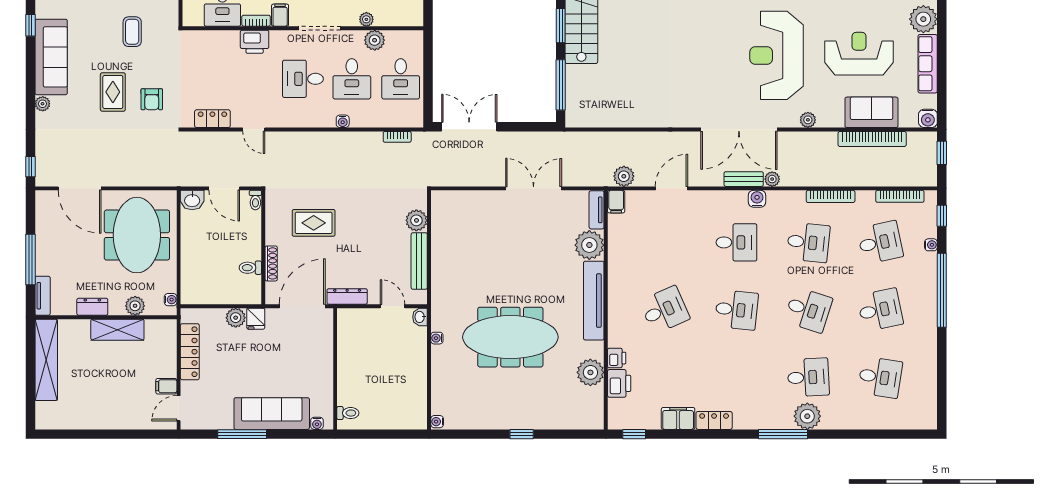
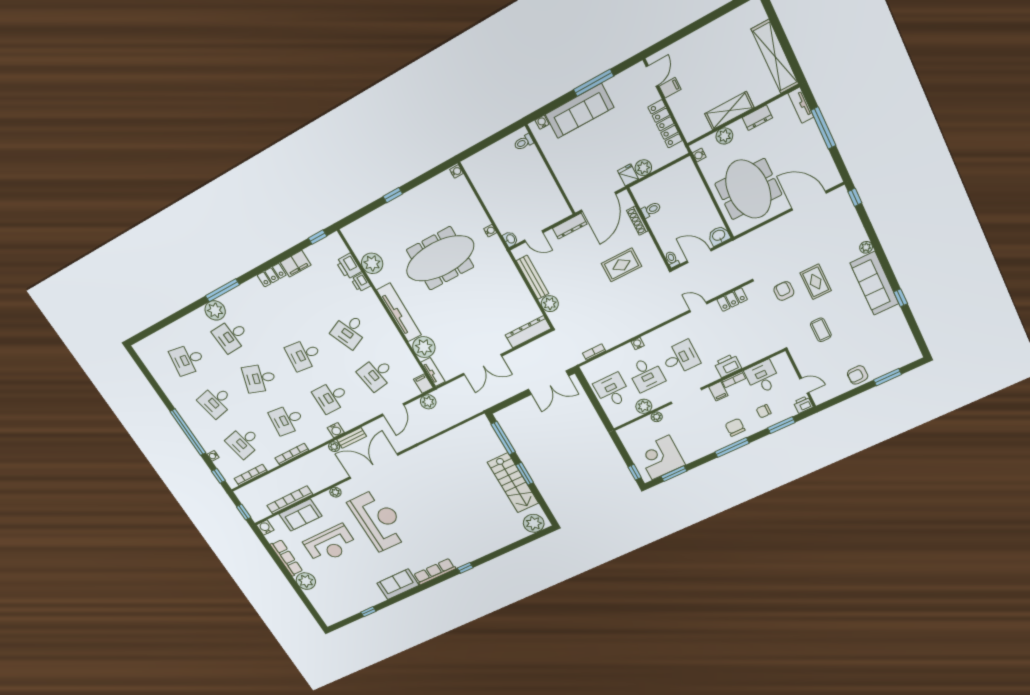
desk: (352, 79) -> (646, 374), turned 180
dresser: (459, 200) -> (528, 332), added
desk: (665, 242) -> (376, 374), added

